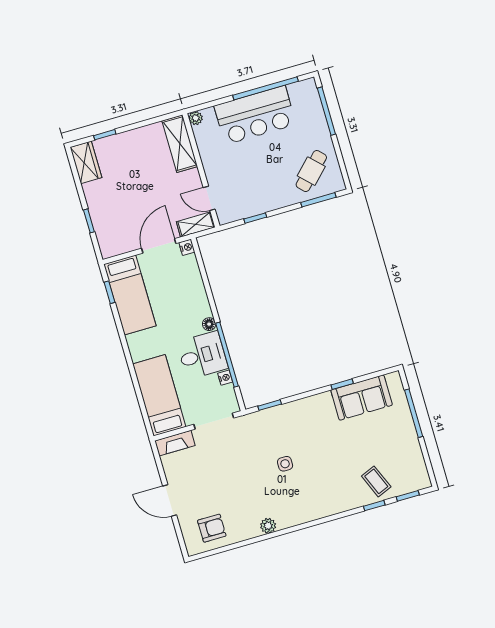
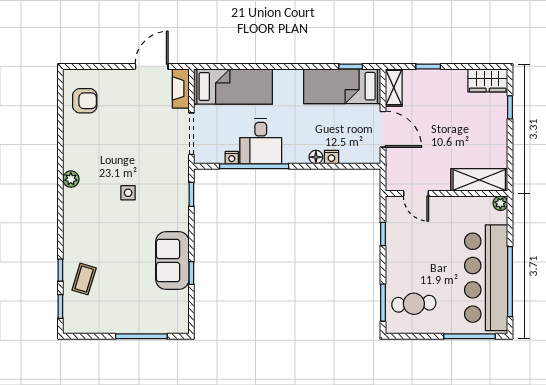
bar counter: (255, 115) -> (486, 278), width x1.36
cafe table: (311, 171) -> (414, 304), turned -49
door: (209, 198) -> (416, 194), swing flipped
shelving: (196, 224) -> (394, 88), moved
nightstand: (187, 247) -> (331, 157), moved
floor lamp: (209, 324) -> (316, 157), moved
sofa: (362, 398) -> (172, 261), moved
coffee table: (376, 481) -> (84, 279), turned -50
door: (170, 500) -> (152, 66), moved
plant: (268, 526) -> (71, 179), moved
armchair: (212, 528) -> (85, 101), turned -90

